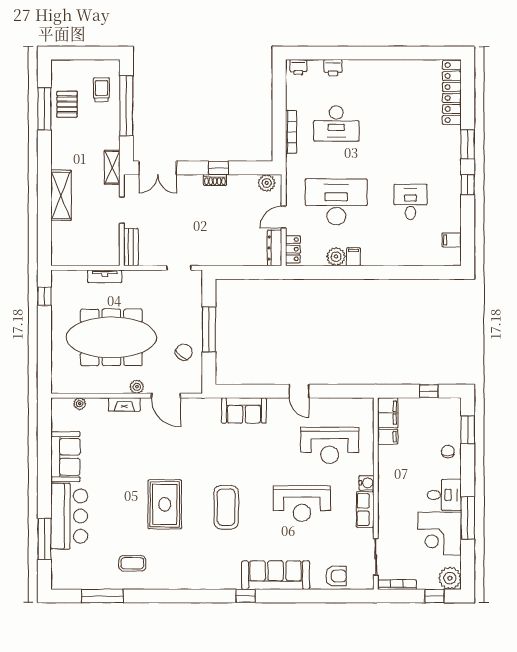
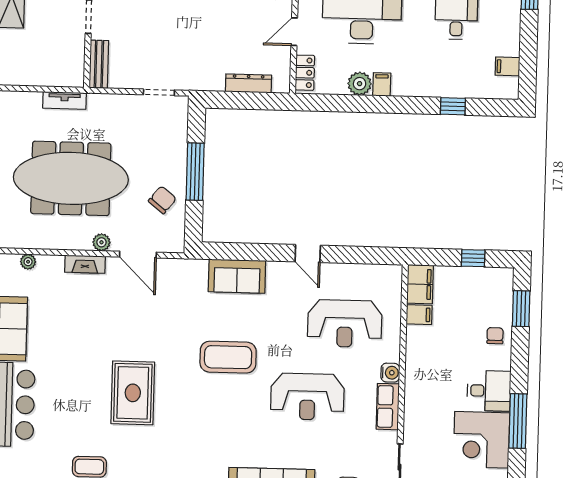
dresser: (275, 248) -> (248, 83), moved, turned 90
window: (410, 272) -> (453, 106), added
coffee table: (226, 507) -> (228, 357), moved, turned 90

